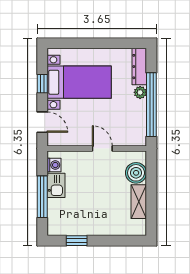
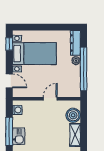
window: (42, 84) -> (9, 44), moved
door: (102, 149) -> (50, 99), hinge flipped
kitchen sink: (56, 185) -> (19, 136), moved

